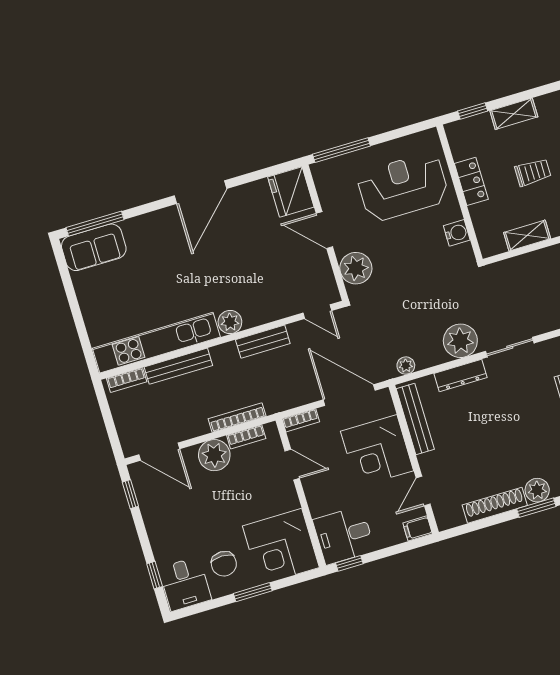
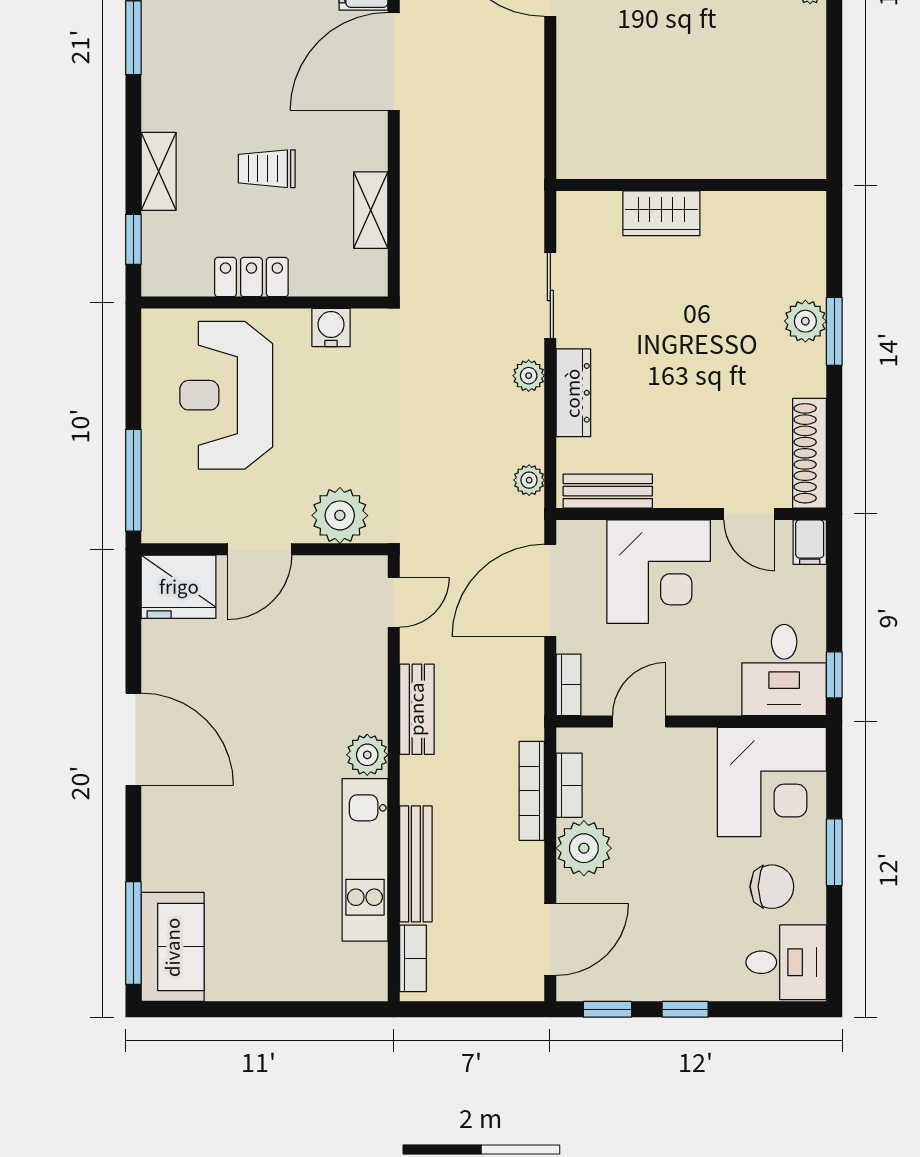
trolley: (533, 172) -> (267, 169), turned -90
plant: (460, 341) -> (529, 376), width x0.53, depth x0.53
kitchen unit: (156, 343) -> (365, 860), width x0.73
bench: (415, 419) -> (608, 491), width x0.73
shoe rack: (495, 505) -> (809, 453), moved
window: (155, 575) -> (685, 1009), moved

